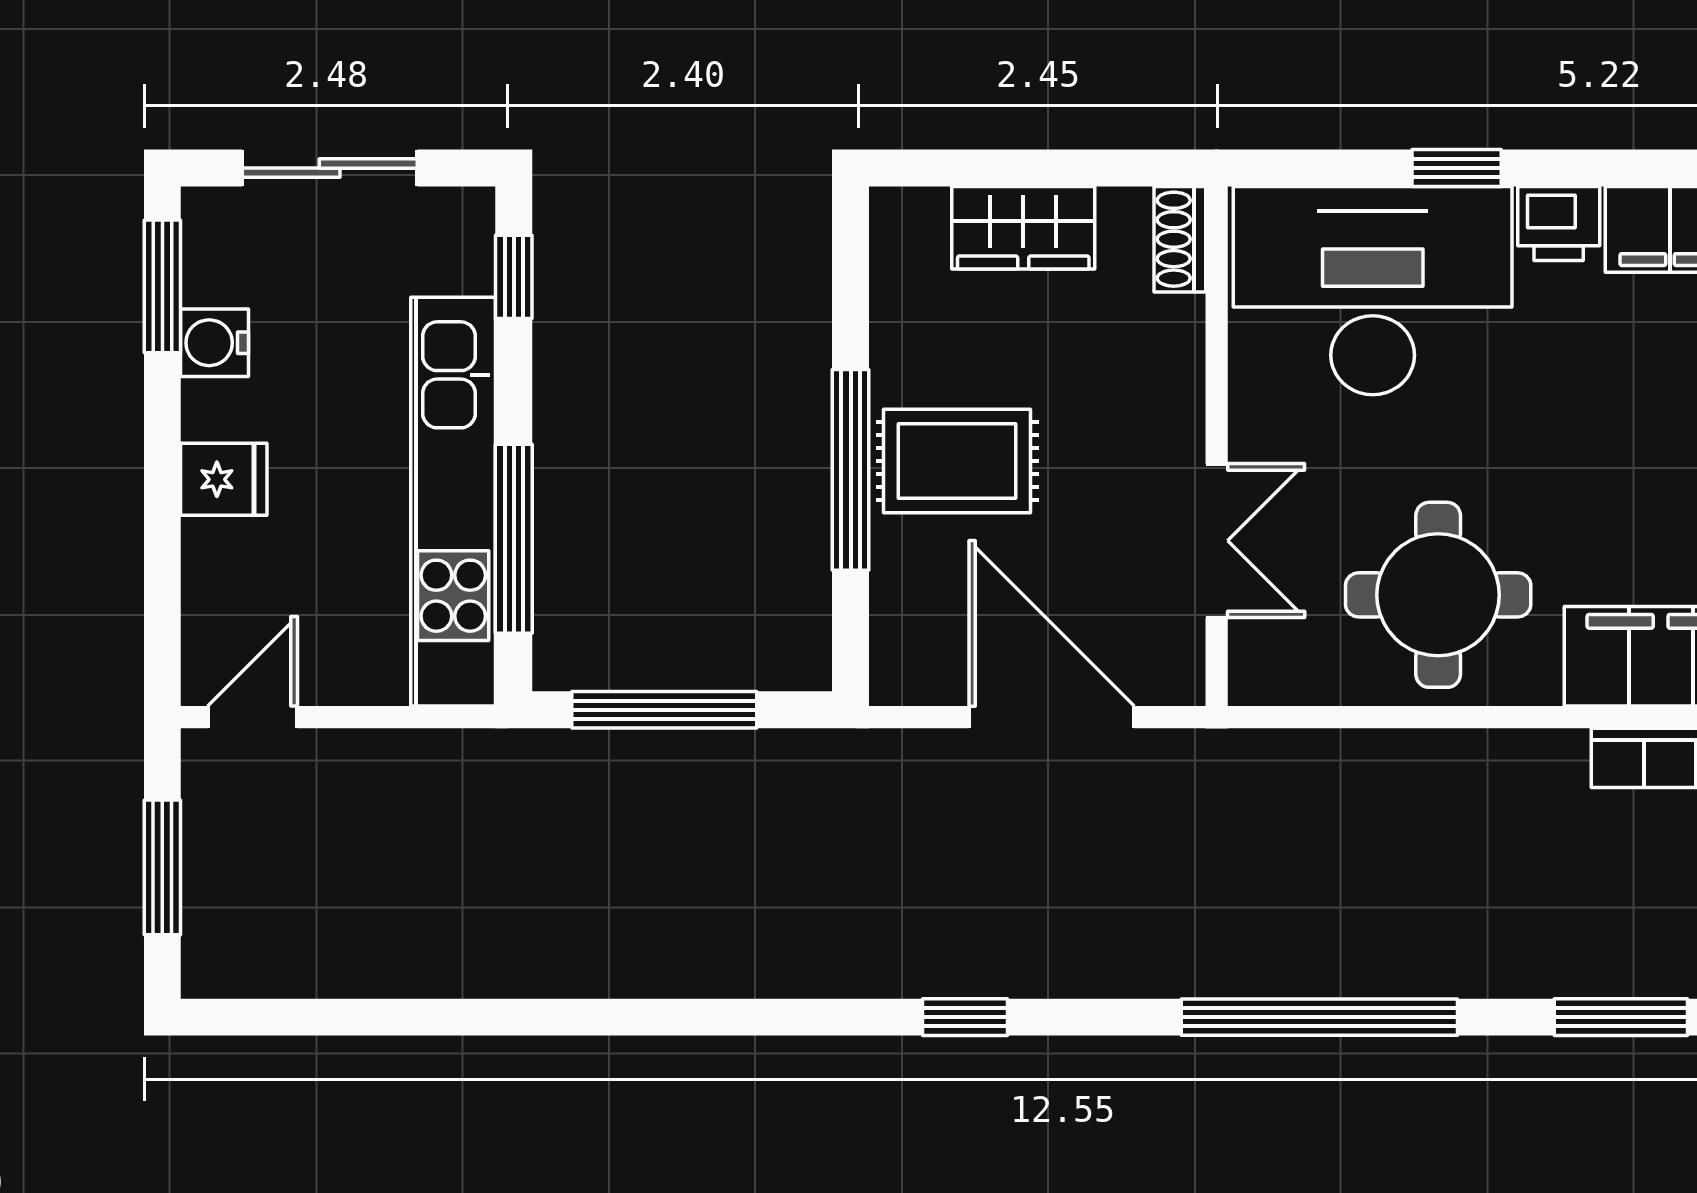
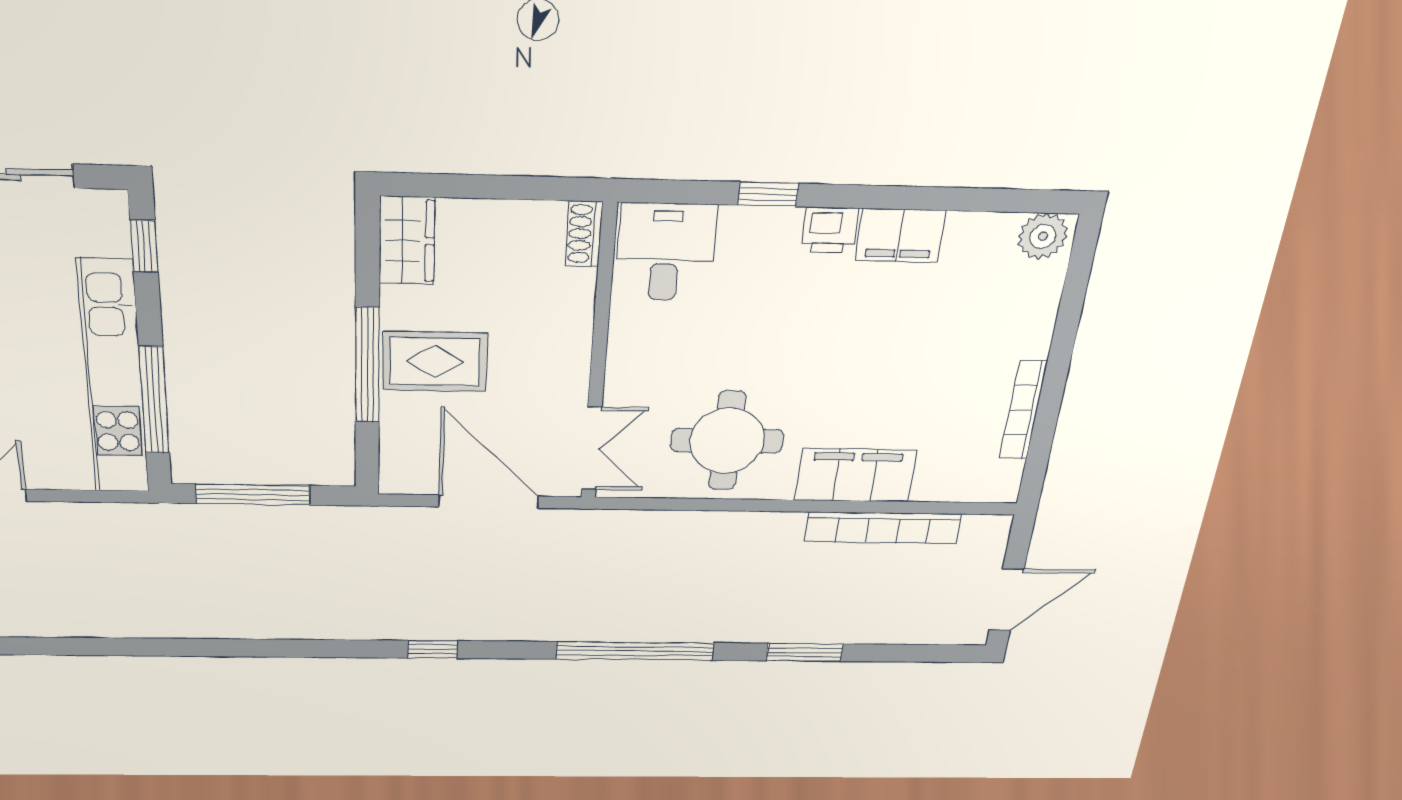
wardrobe: (1023, 228) -> (407, 241), moved, turned -90
desk: (1373, 291) -> (665, 252), width x0.53, depth x0.77
double door: (1217, 541) -> (592, 449), moved

